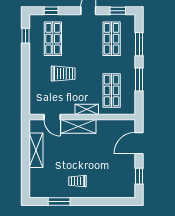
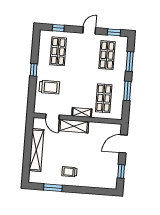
window: (26, 36) -> (34, 70), moved
trolley: (63, 74) -> (49, 87), moved
shelving: (36, 150) -> (36, 150), width x1.47

